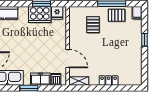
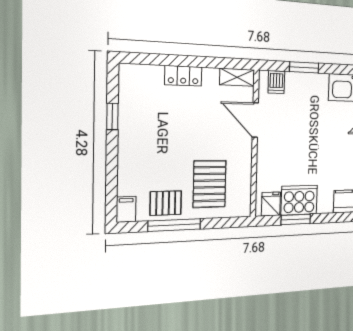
pallet: (93, 25) -> (210, 184), width x1.50, depth x1.42
window: (145, 40) -> (112, 117), moved
freezer: (40, 79) -> (302, 84), removed
window: (29, 88) -> (304, 67), moved

